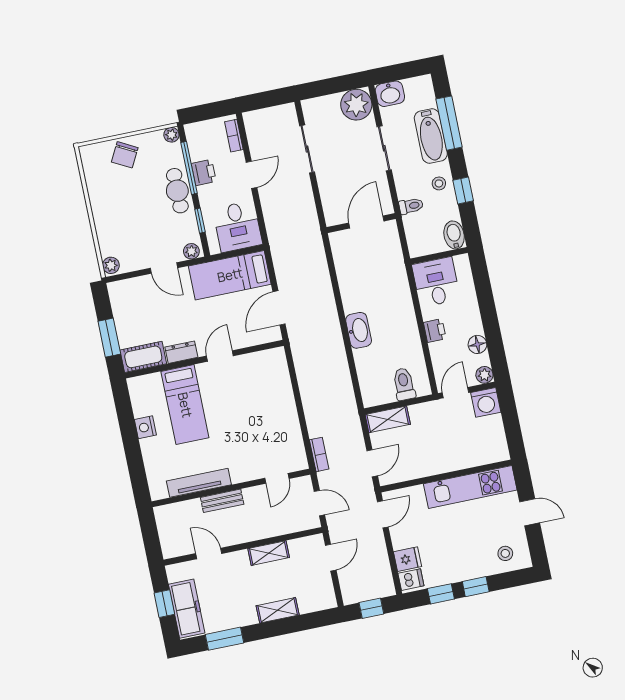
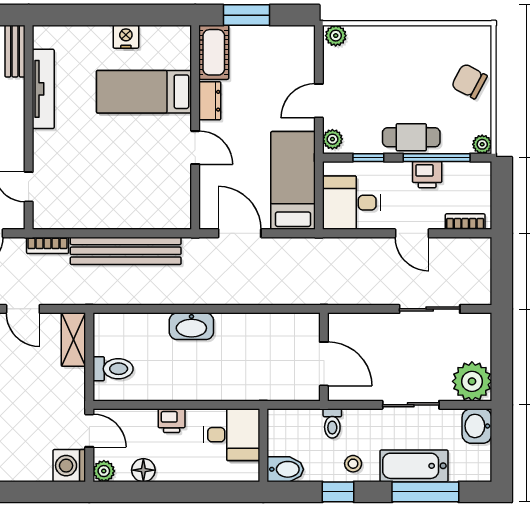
bench: (311, 393) -> (126, 251), added
bench: (222, 501) -> (15, 51), moved

